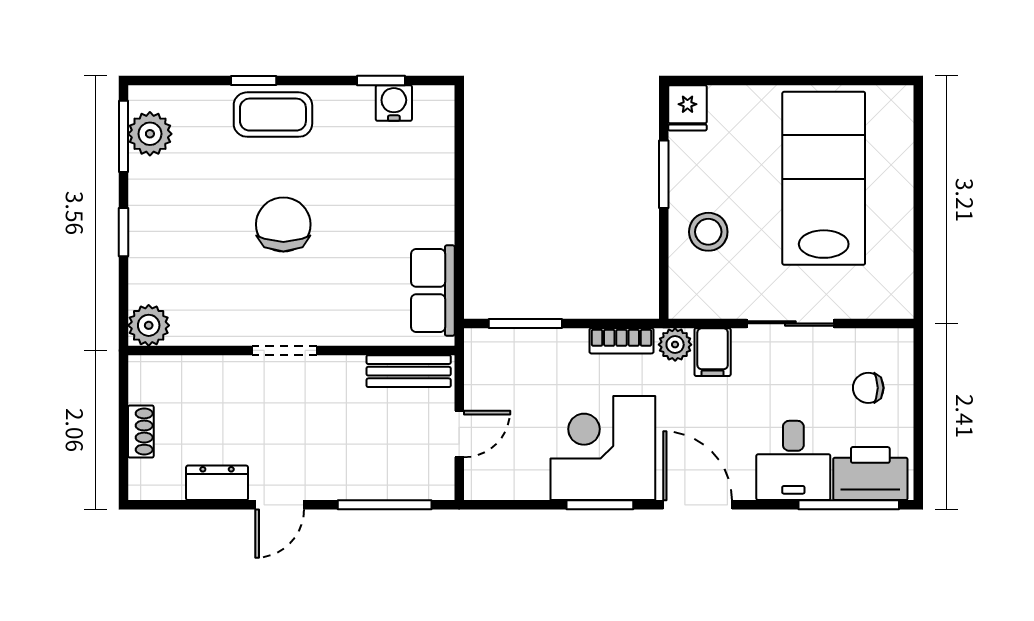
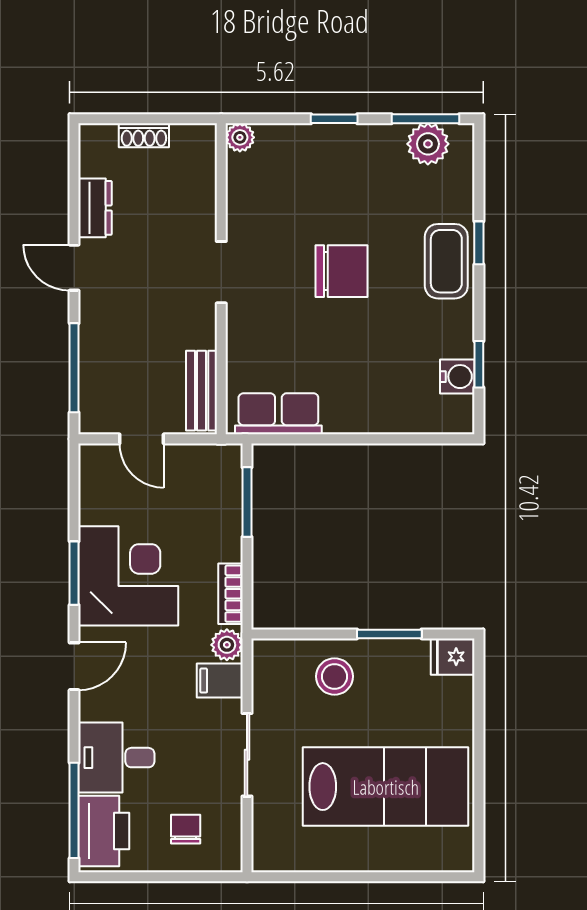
plant: (149, 325) -> (240, 137), width x0.73, depth x0.73
door: (698, 505) -> (74, 666), width x0.73

